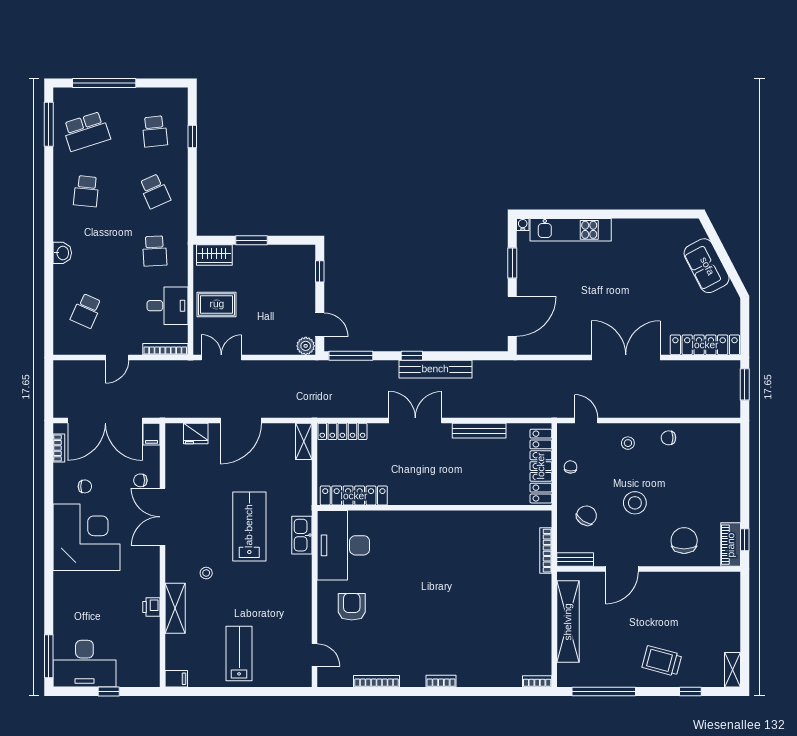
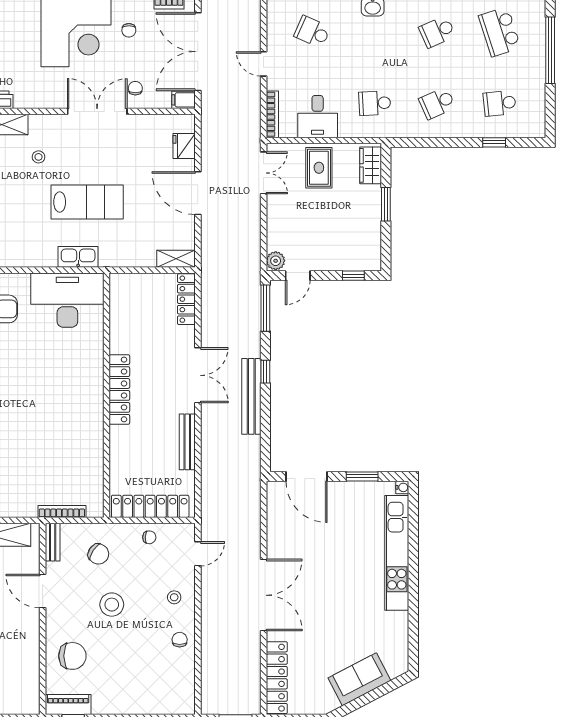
school desk: (86, 191) -> (437, 32), turned -30
kitchen unit: (571, 230) -> (397, 553), width x1.36
locker: (354, 496) -> (119, 389), moved

